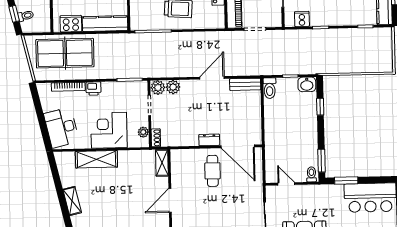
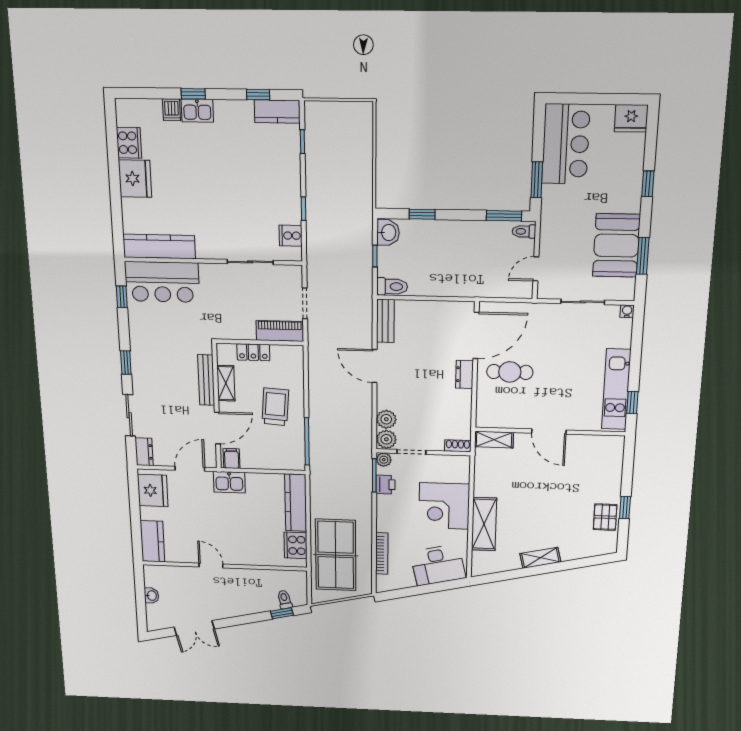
printer: (93, 89) -> (385, 485), moved
plant: (143, 132) -> (384, 460), moved

